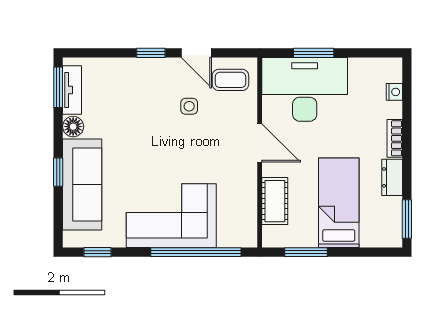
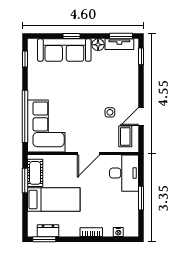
window: (151, 53) -> (141, 56), moved
window: (314, 53) -> (141, 198), moved
desk: (305, 89) -> (124, 173), width x0.73, depth x0.77
dresser: (392, 177) -> (48, 231), moved
cot: (275, 201) -> (35, 173), moved, turned 90
corner sofa: (171, 216) -> (46, 126), moved

